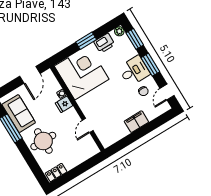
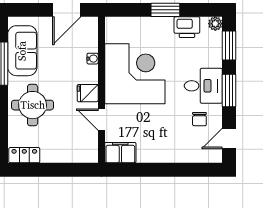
corner desk: (82, 73) -> (135, 74), moved
fridge: (64, 104) -> (88, 93), moved
filing cabinet: (136, 122) -> (120, 153), moved
door: (88, 125) -> (101, 120), hinge flipped

